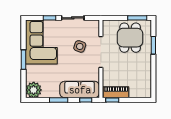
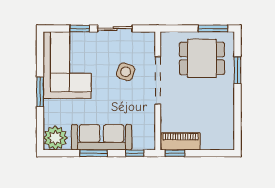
dining table: (130, 38) -> (202, 58), turned 90
sofa: (80, 90) -> (102, 137), moved

